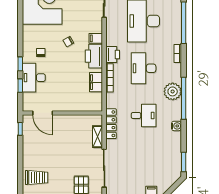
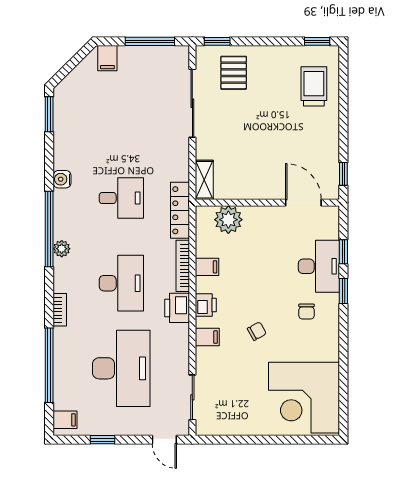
printer: (94, 56) -> (206, 305), width x0.53, depth x0.68
filing cabinet: (96, 82) -> (207, 267), width x0.50
plant: (173, 91) -> (62, 249), width x0.53, depth x0.53
plant: (84, 104) -> (228, 220), added
desk: (144, 116) -> (121, 198), turned 180
locker: (111, 124) -> (180, 210), moved
shelving: (98, 137) -> (204, 180), moved
trolley: (37, 177) -> (314, 86), turned 90

